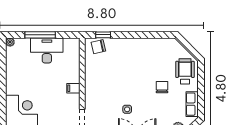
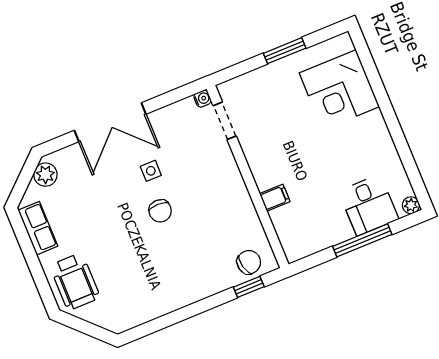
desk: (47, 50) -> (369, 205), moved, width x0.73
chair: (162, 87) -> (160, 211), moved
filing cabinet: (73, 88) -> (275, 198), moved

